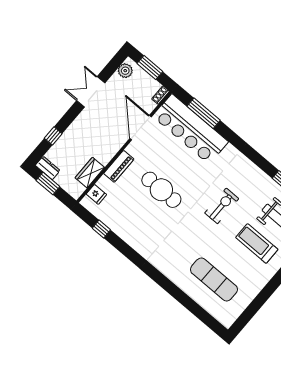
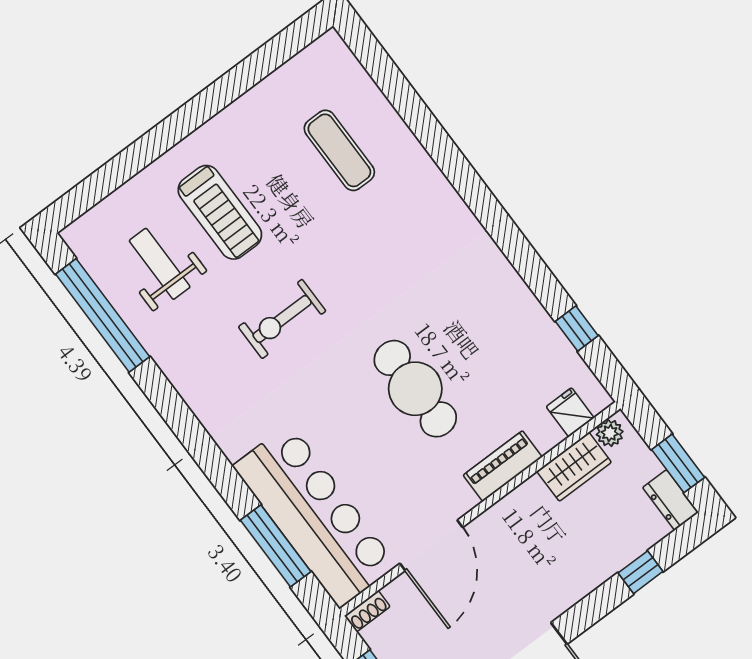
plant: (78, 190) -> (610, 433), added
exercise mat: (214, 279) -> (339, 150), width x0.73, depth x0.69

